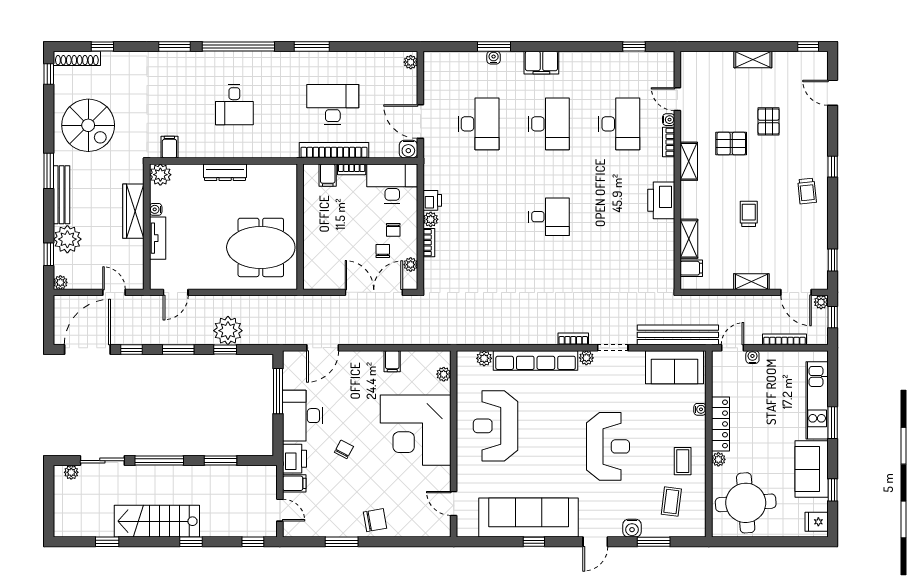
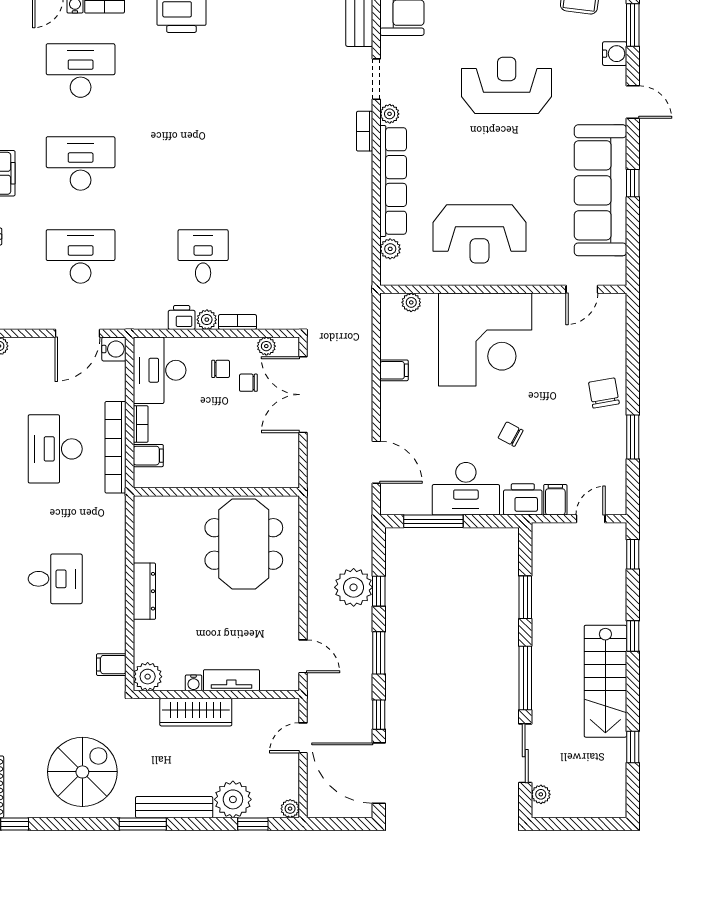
desk: (549, 217) -> (203, 256), moved

